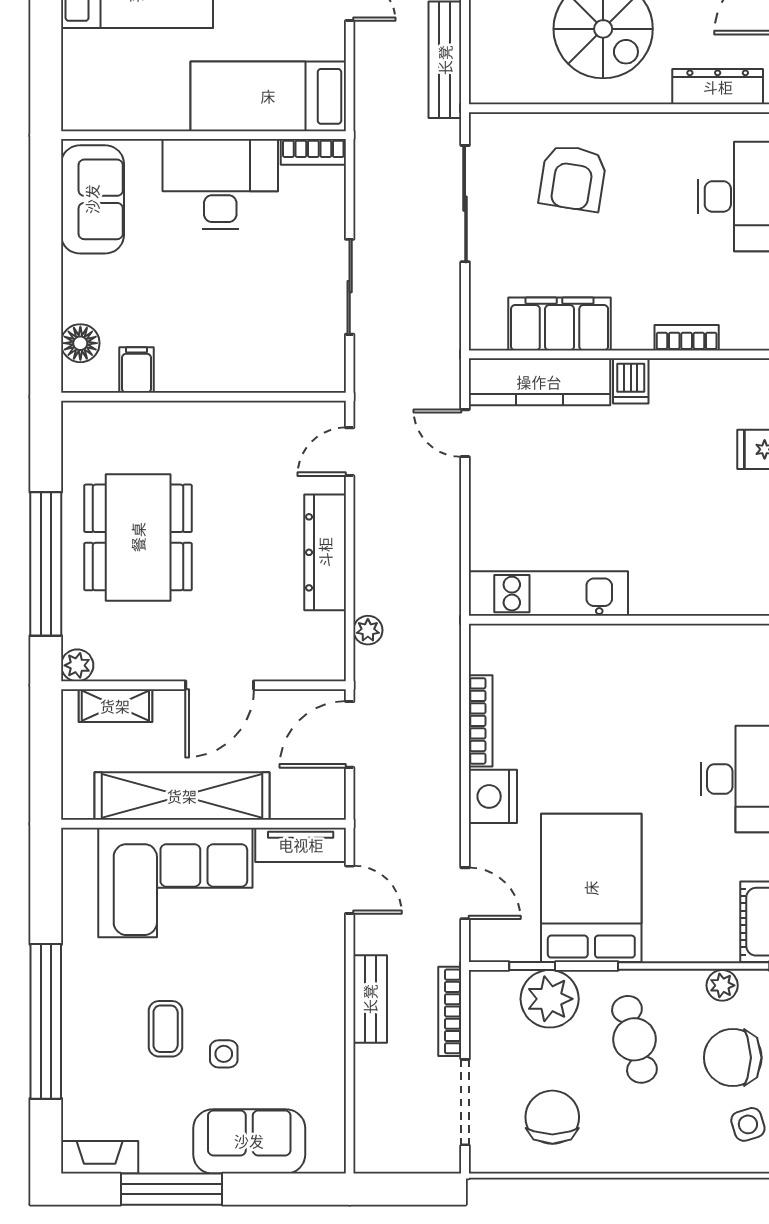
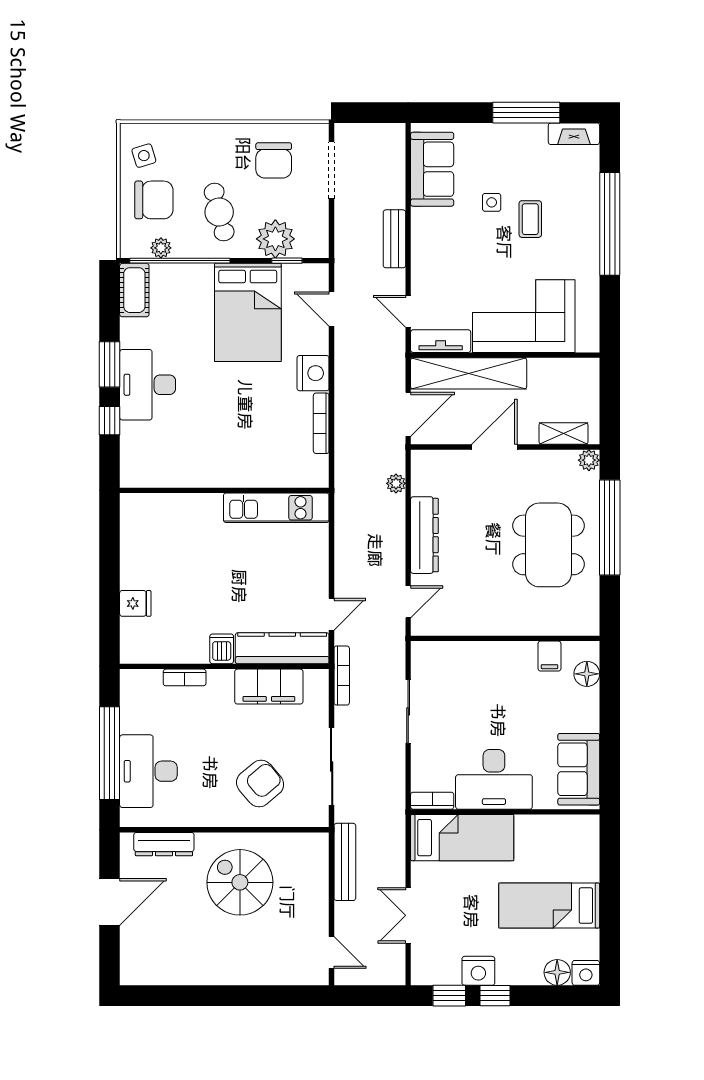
armchair: (573, 178) -> (260, 783), turned 41
door: (465, 433) -> (332, 614), hinge flipped
shelving: (182, 796) -> (469, 373), moved
bookcase: (450, 1011) -> (342, 675), moved
sofa: (249, 1141) -> (432, 169), moved, turned -90

